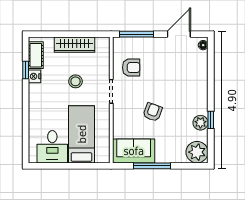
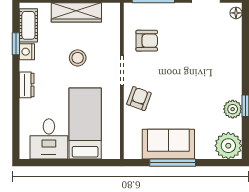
dresser: (34, 103) -> (27, 85), added
armchair: (153, 112) -> (139, 99), moved
sofa: (134, 151) -> (168, 144), moved

